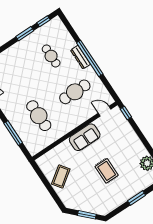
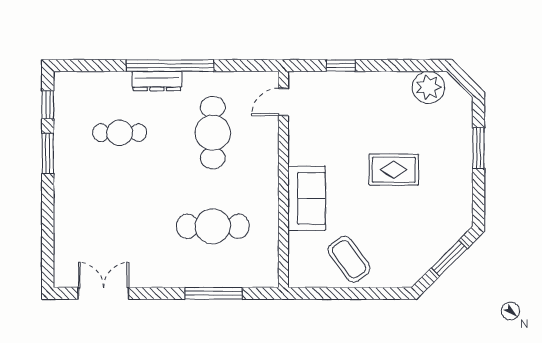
window: (126, 113) -> (341, 66), moved
sofa: (85, 137) -> (307, 198), moved

